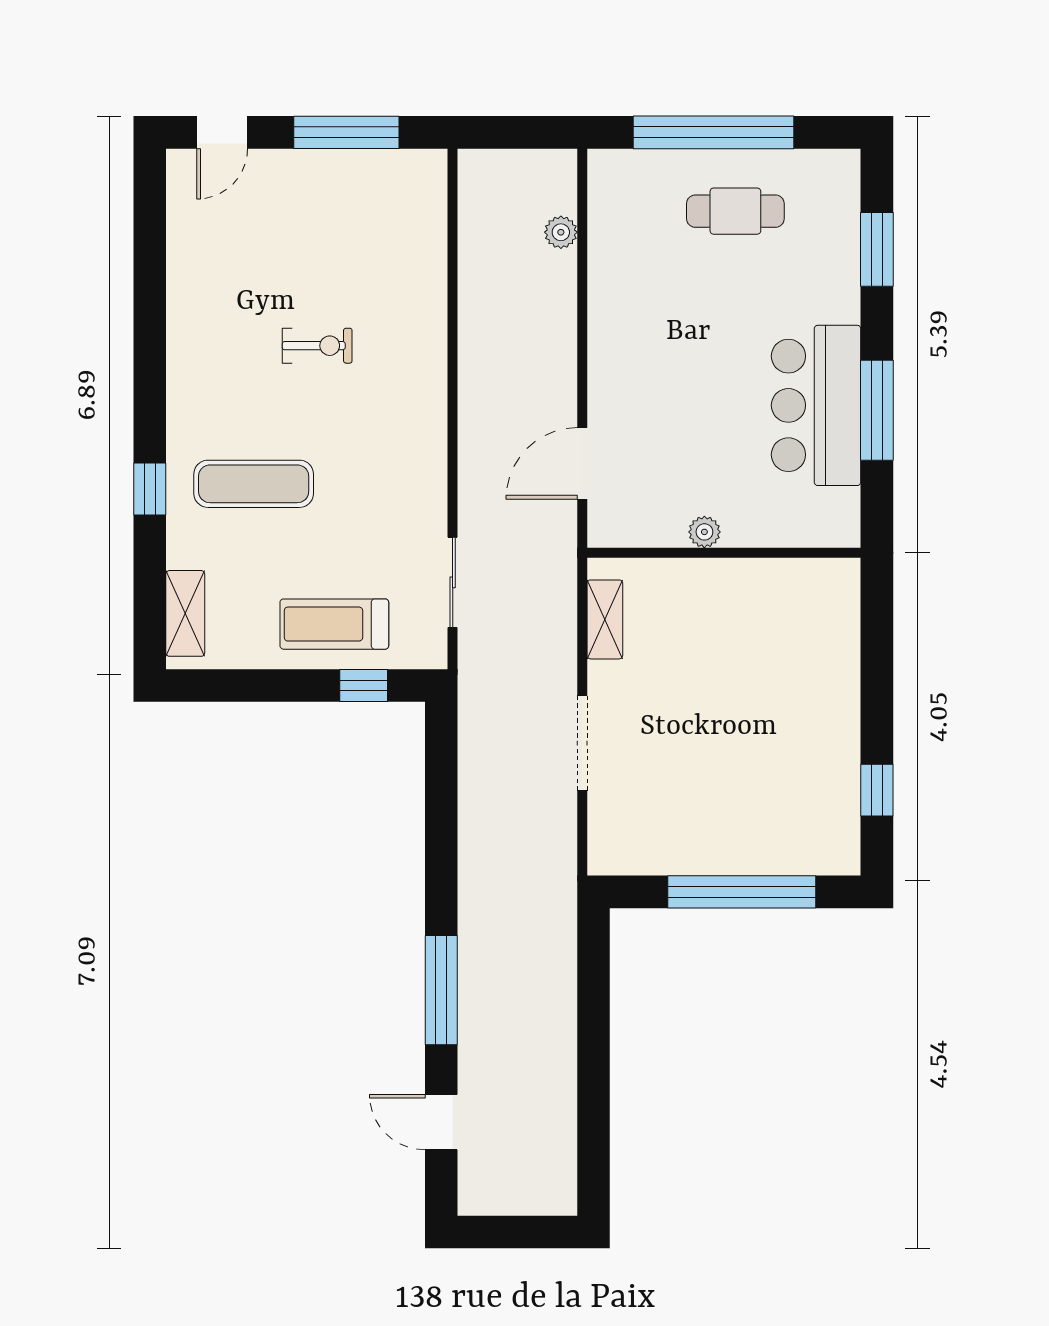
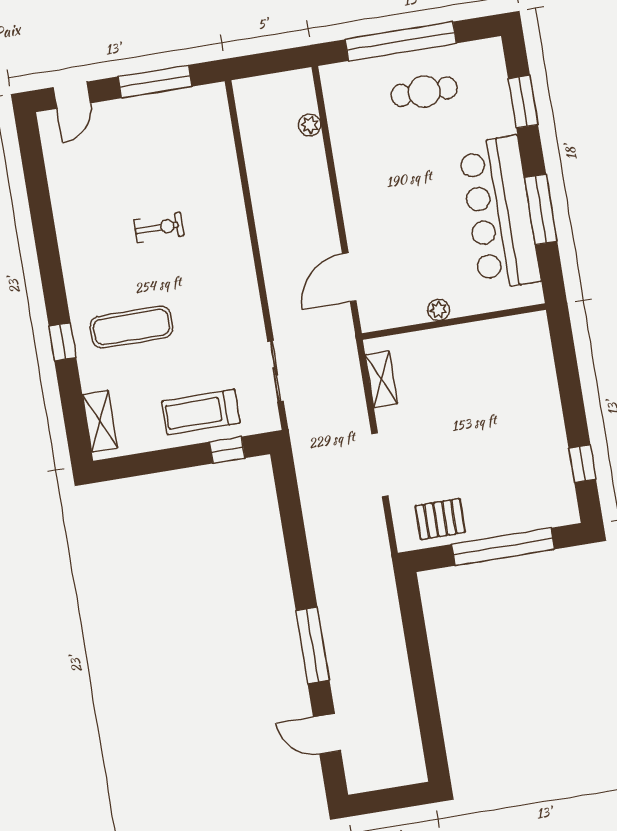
bar counter: (816, 405) -> (499, 213), width x1.36
pallet: (657, 837) -> (440, 519), added

